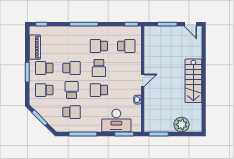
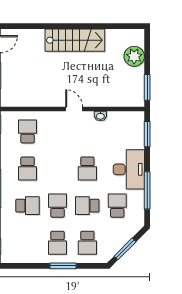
piano: (35, 47) -> (29, 256), removed
school desk: (99, 68) -> (28, 206), moved
desk: (116, 121) -> (129, 169), moved

